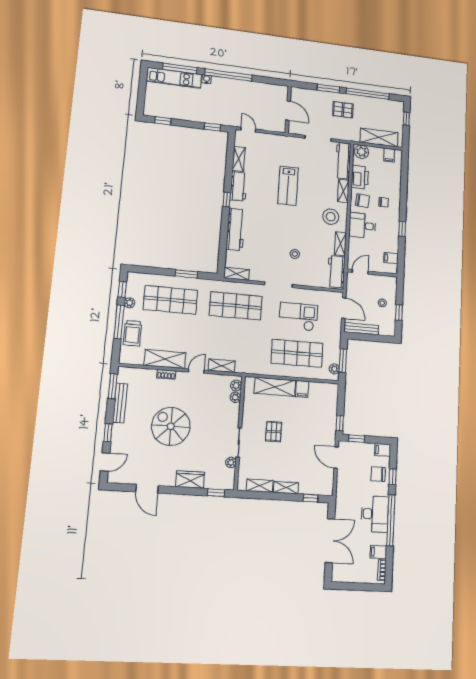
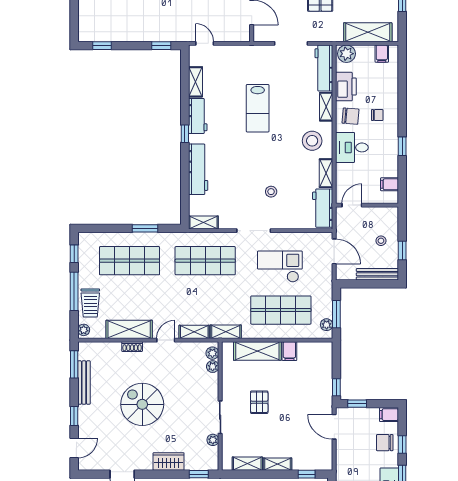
plant: (129, 303) -> (84, 330), moved
bench: (361, 329) -> (377, 274), moved
shelving: (249, 368) -> (226, 332), added

